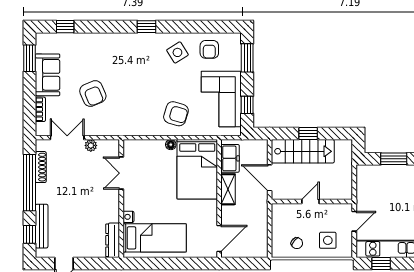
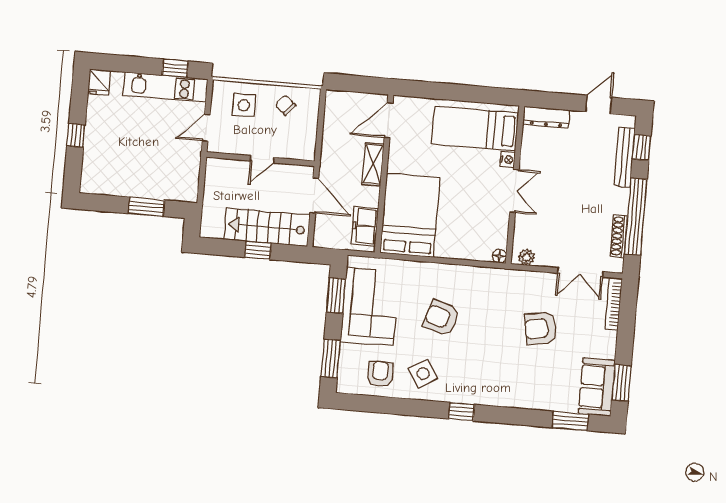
window: (65, 27) -> (570, 421), width x1.50
sofa: (48, 75) -> (597, 387), moved
armchair: (93, 94) -> (541, 328), turned -77
window: (247, 105) -> (336, 296), width x1.50
bookcase: (40, 109) -> (614, 304), width x1.56
armchair: (176, 114) -> (442, 318), moved
plant: (91, 145) -> (526, 257), moved
floor lamp: (171, 145) -> (499, 256), moved
double door: (121, 173) -> (514, 191), moved
shelving: (228, 189) -> (373, 164), moved
dresser: (113, 240) -> (546, 117), moved, turned 90

